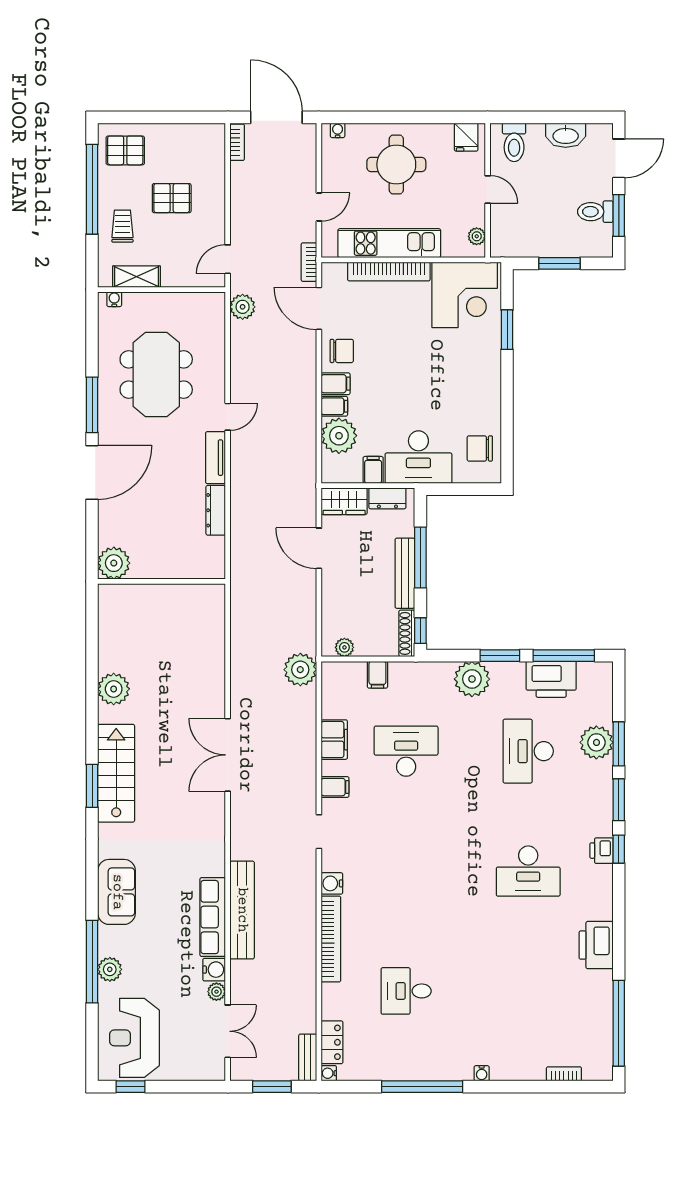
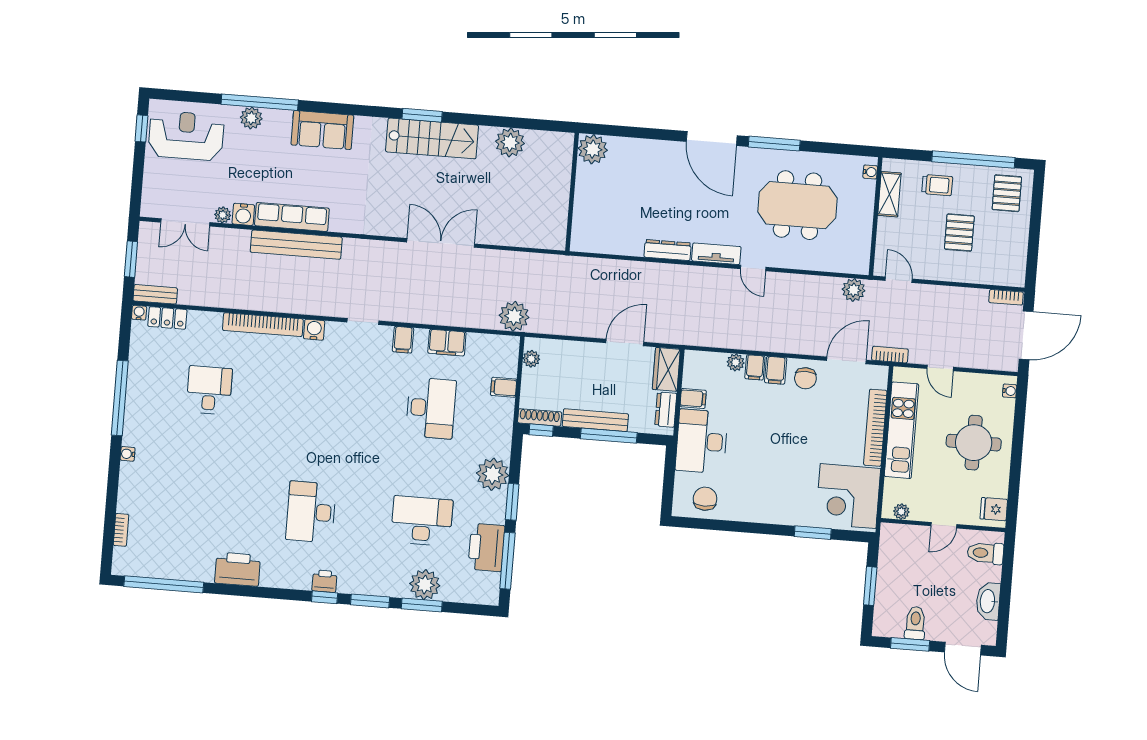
plant: (339, 436) -> (736, 362), width x0.53, depth x0.53
plant: (114, 563) -> (593, 149), moved
wall: (162, 581) -> (572, 192), moved

